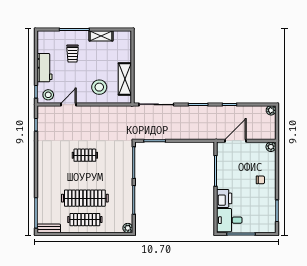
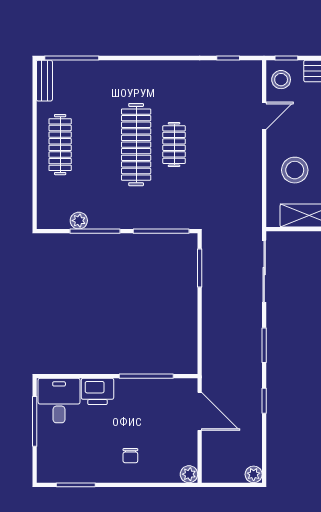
door: (69, 104) -> (264, 116), hinge flipped
clothes rail: (85, 198) -> (136, 145), moved
plant: (128, 228) -> (79, 221), moved

